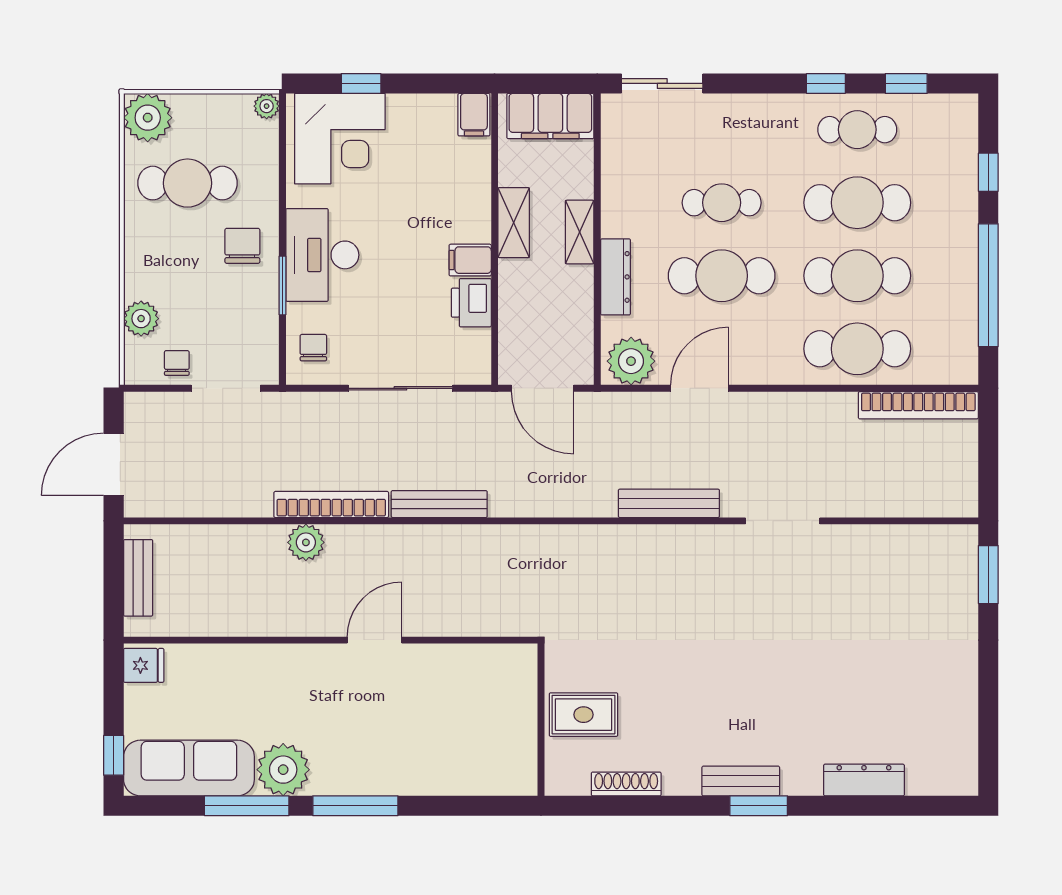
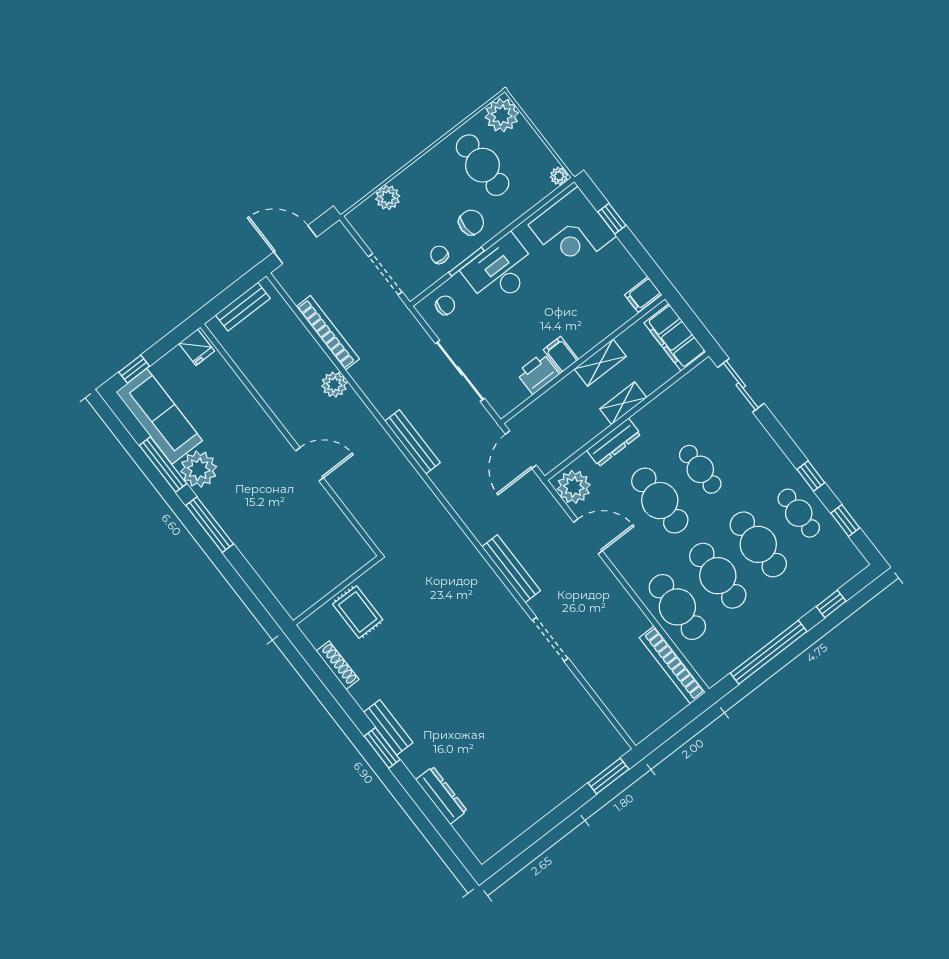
chair: (177, 363) -> (439, 255), moved, turned -90
bookcase: (331, 504) -> (328, 333), moved

